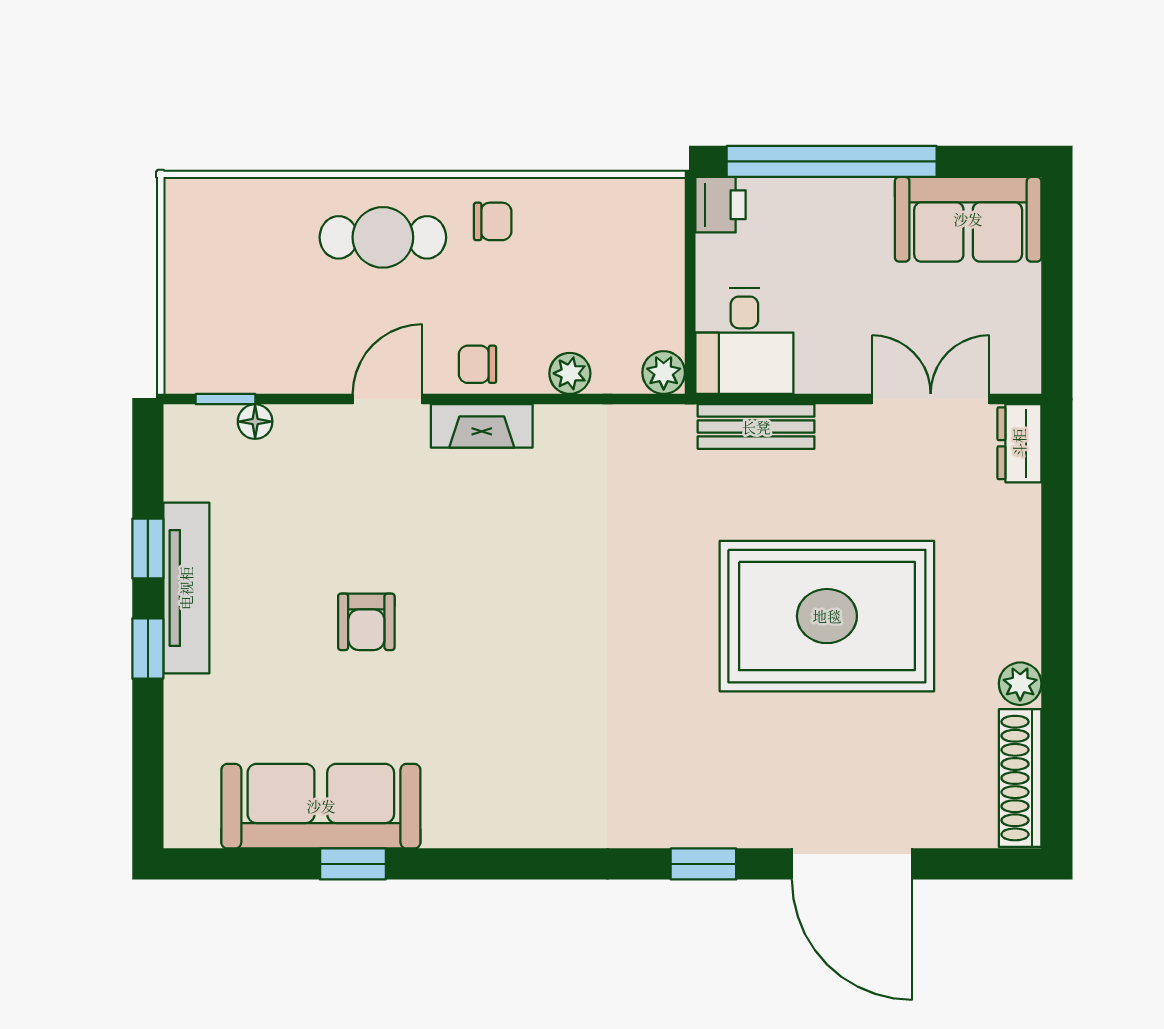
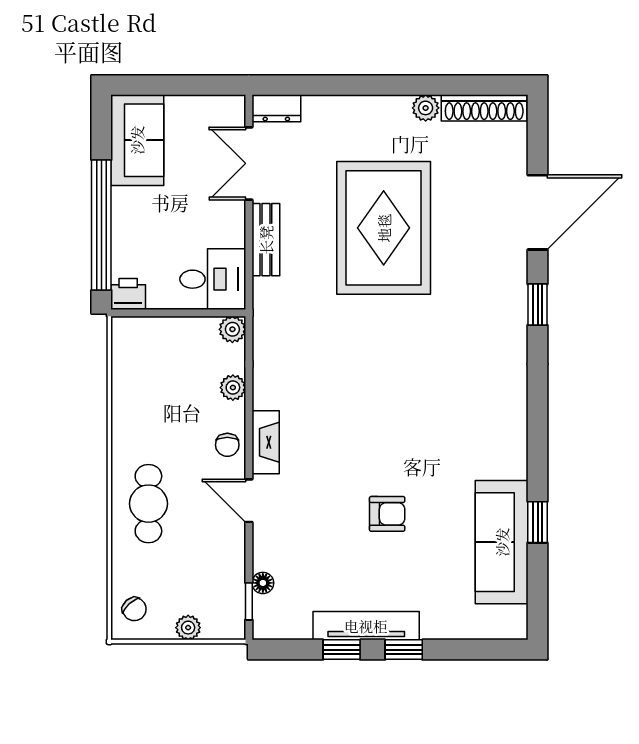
chair: (493, 221) -> (134, 609), moved, turned 138
plant: (183, 301) -> (188, 628), added
bench: (756, 427) -> (266, 240), moved

